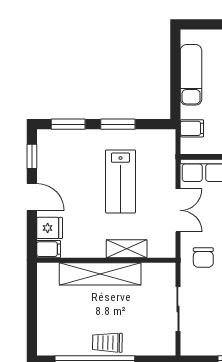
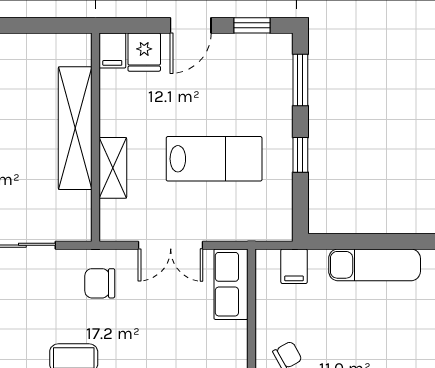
window: (118, 124) -> (300, 155), width x0.67
lab bench: (121, 181) -> (214, 159), turned 180

